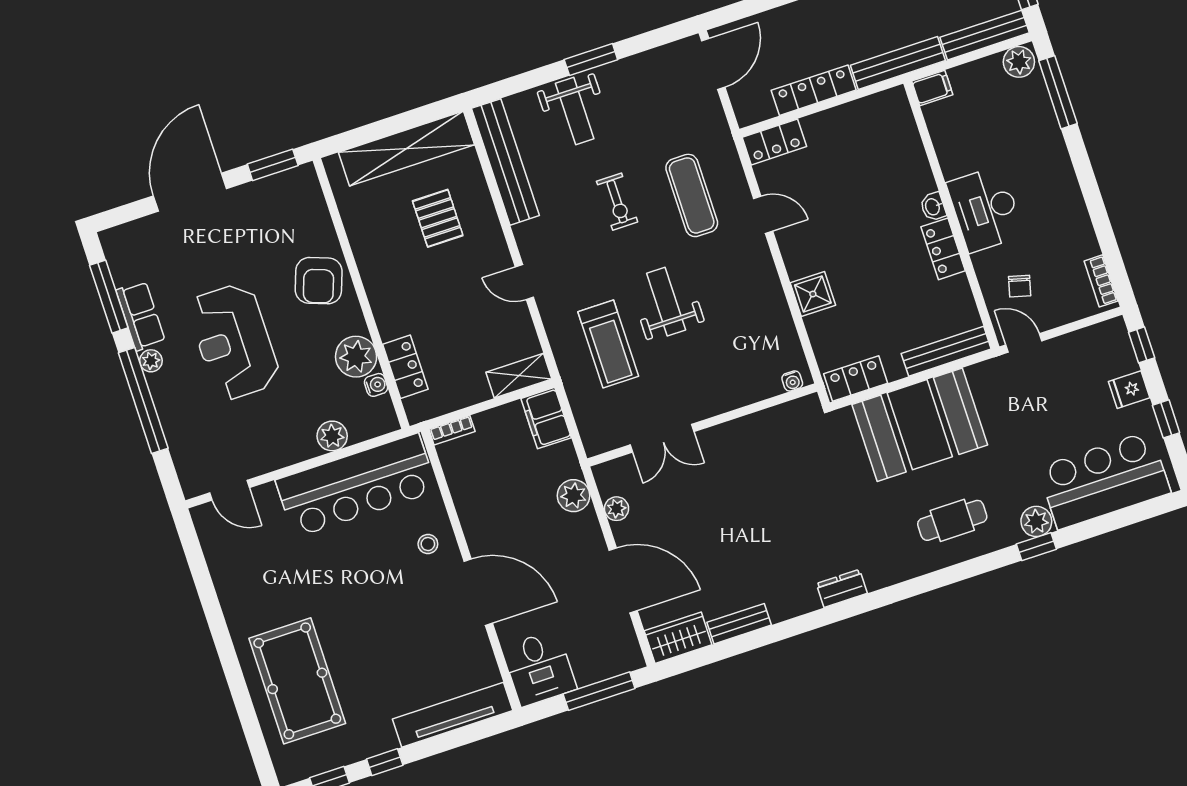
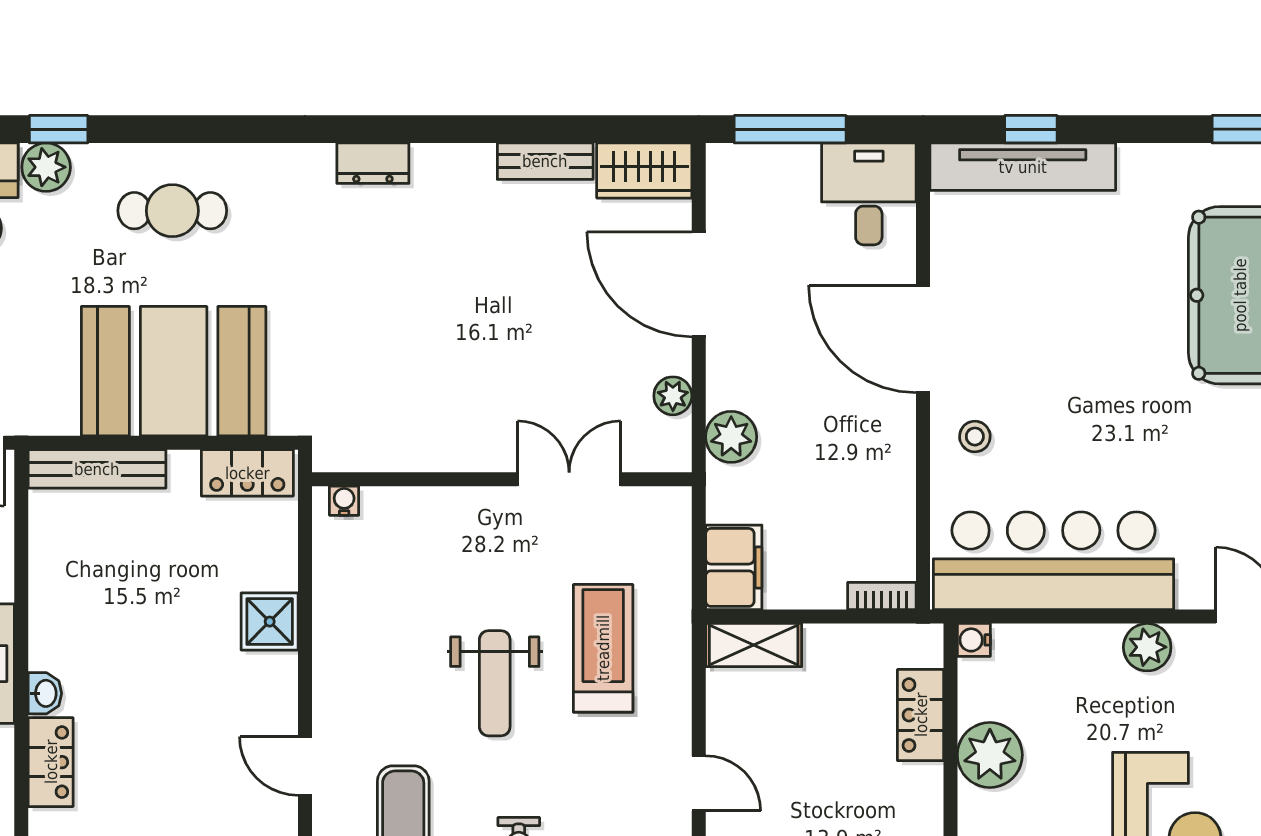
locker: (943, 249) -> (51, 762), moved
water cooler: (376, 385) -> (974, 640), moved
plant: (332, 436) -> (1147, 647), moved
window: (385, 762) -> (1031, 129), moved

